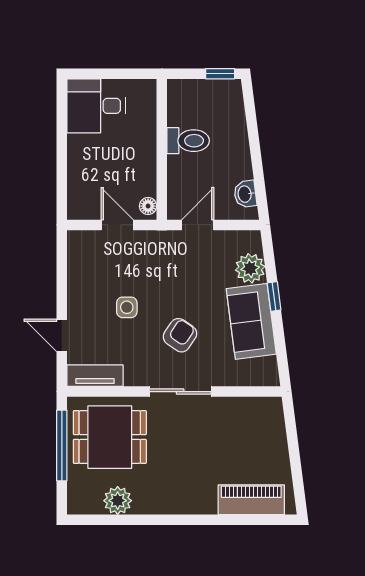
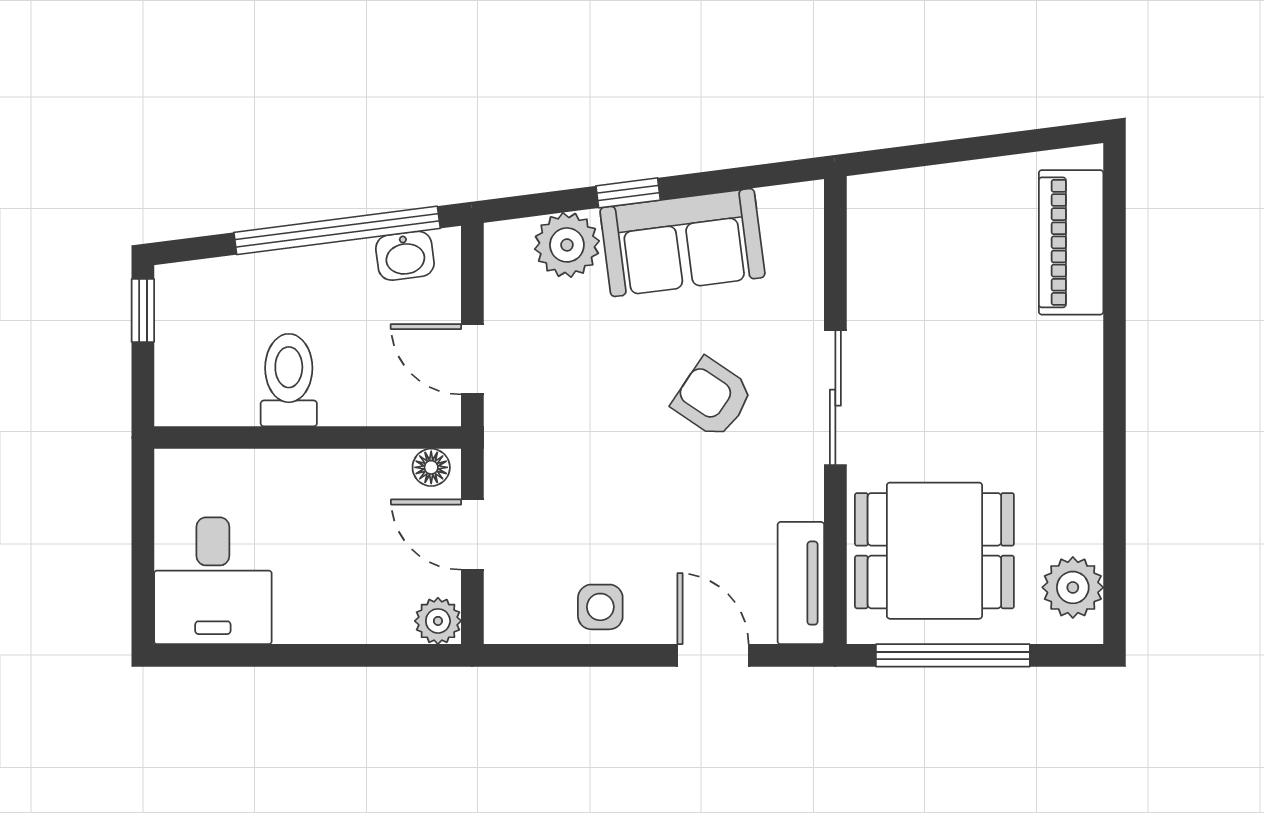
window: (257, 163) -> (337, 230), added
plant: (78, 209) -> (438, 621), added
door: (117, 225) -> (472, 535), hinge flipped
side table: (127, 307) -> (600, 607), moved
door: (62, 335) -> (713, 655), swing flipped
dining table: (110, 437) -> (934, 551), turned 90
plant: (118, 501) -> (1073, 587), moved

